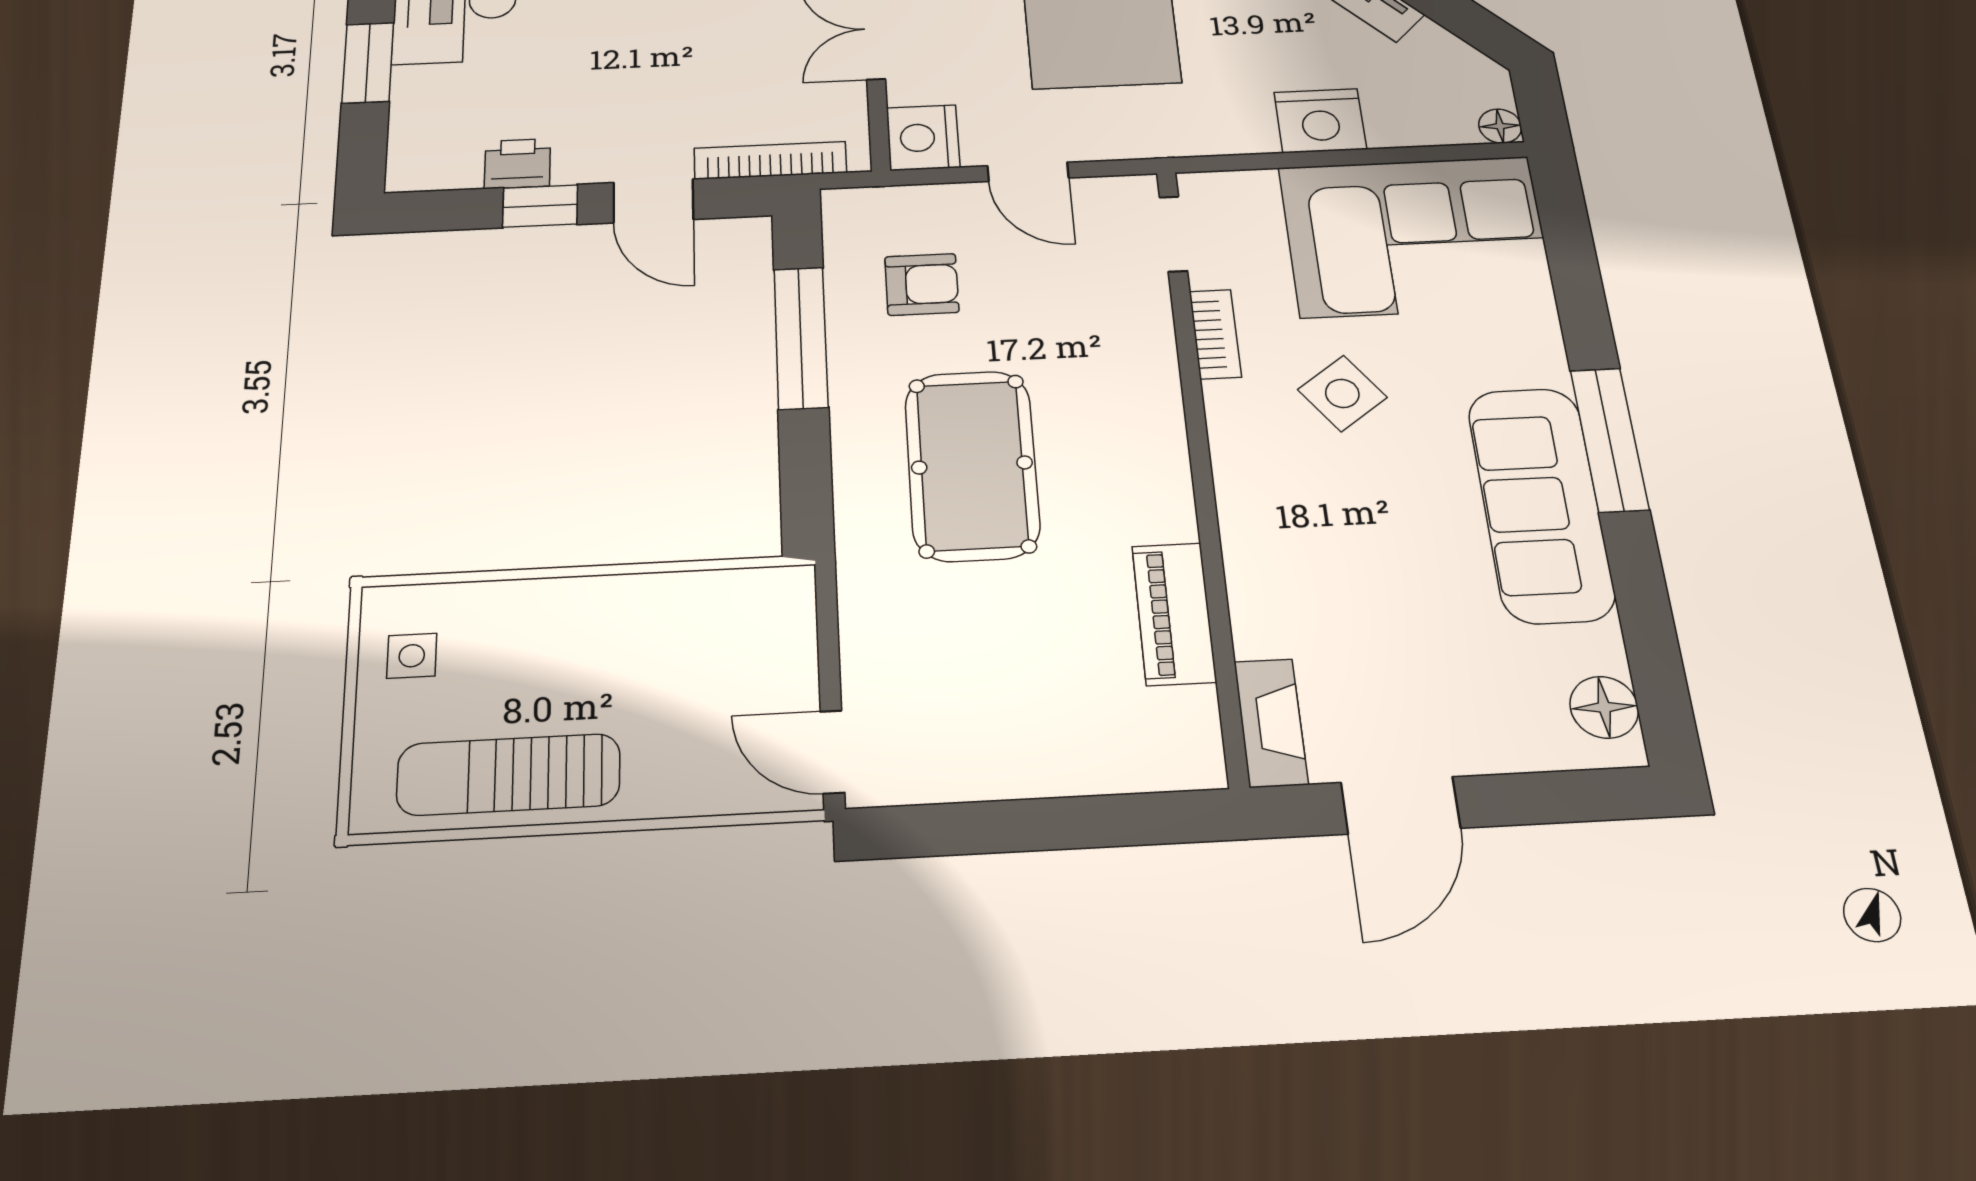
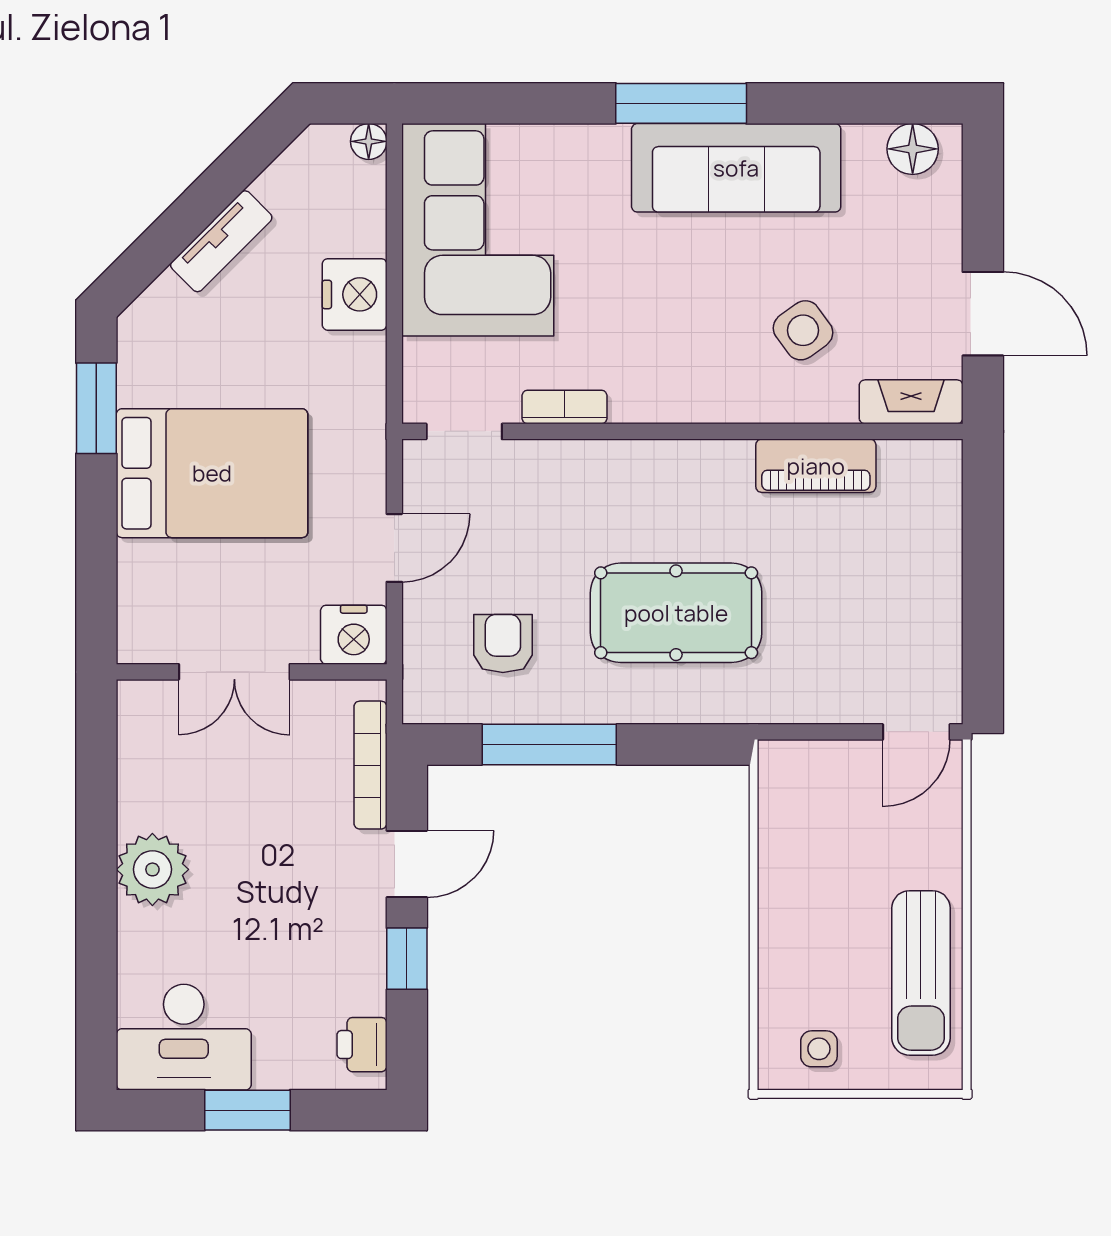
printer: (517, 164) -> (362, 1045), moved
side table: (1342, 393) -> (803, 330), moved

